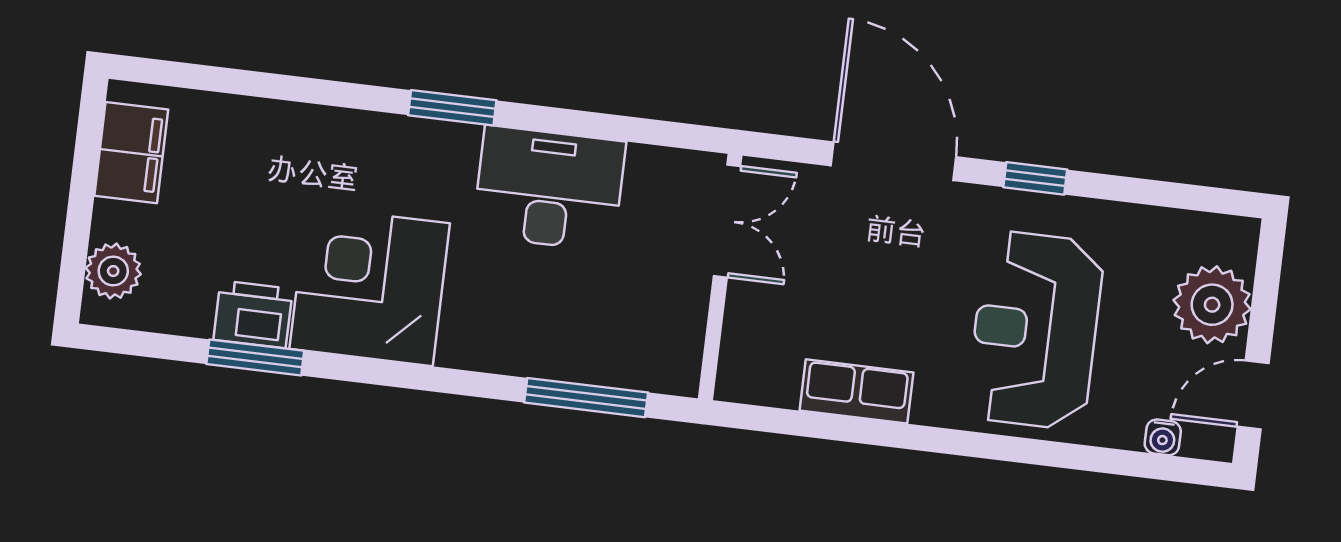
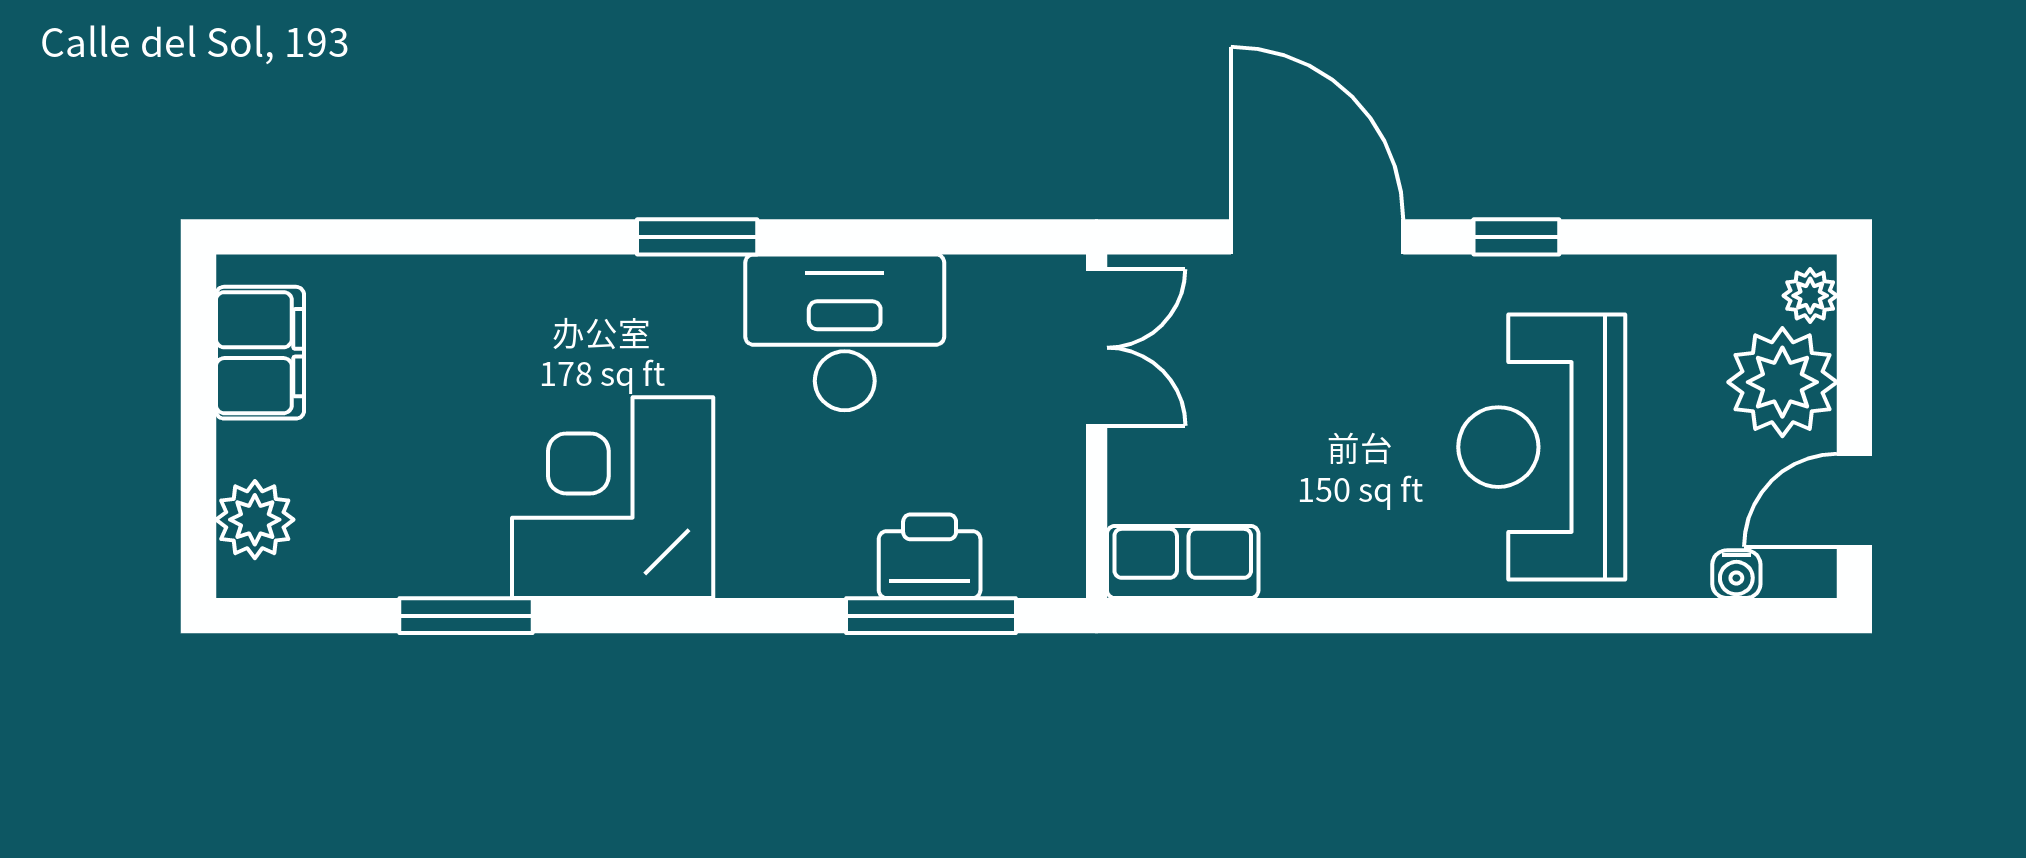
plant: (1239, 245) -> (1810, 296), added
printer: (253, 314) -> (930, 556), moved
row of seats: (857, 391) -> (1183, 562), moved

